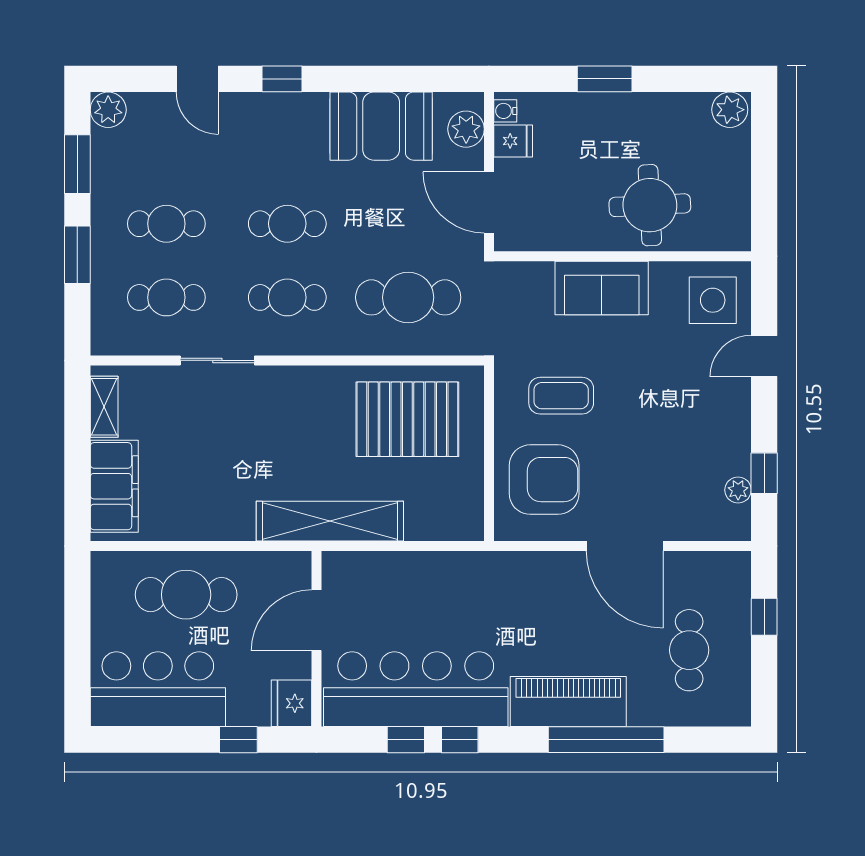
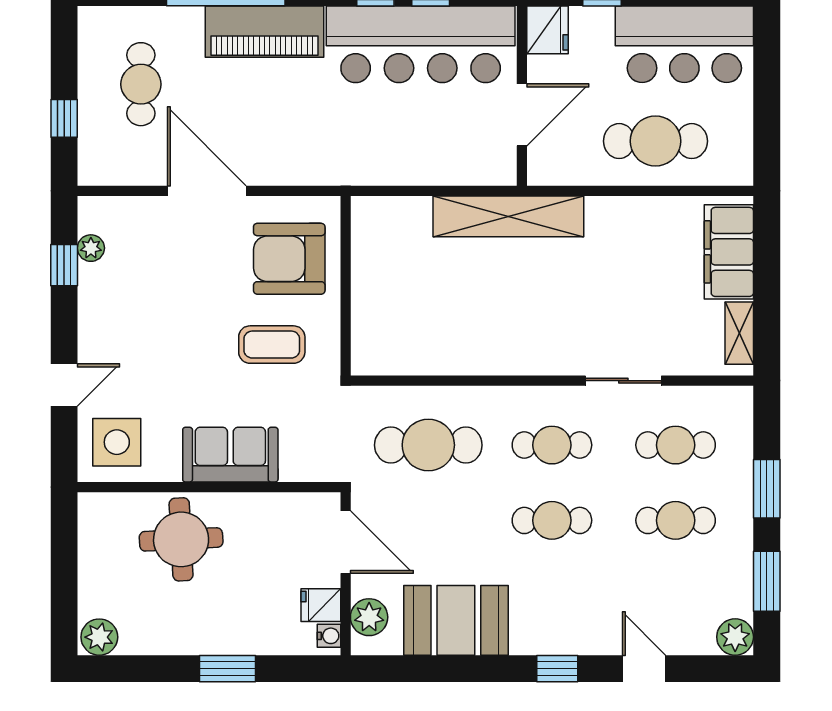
pallet: (407, 419) -> (429, 320), removed

